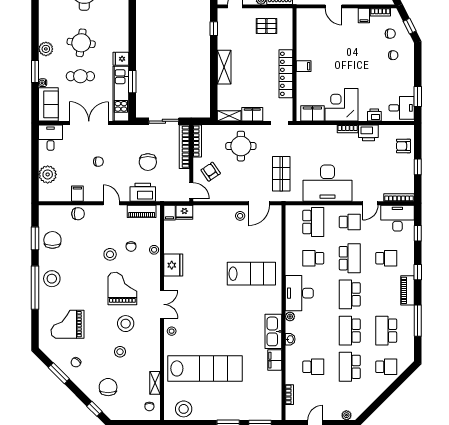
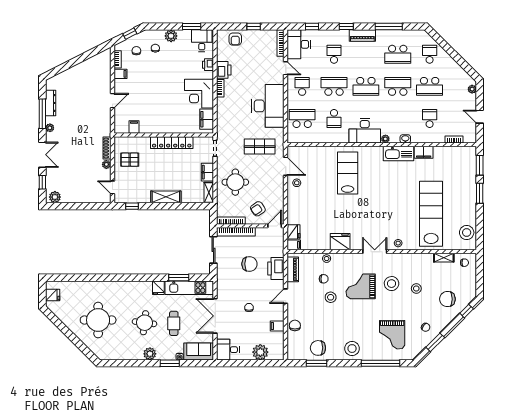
pallet: (266, 26) -> (130, 160), turned 90
filing cabinet: (304, 66) -> (134, 127), moved
plant: (407, 73) -> (171, 36), added
window: (35, 288) -> (380, 363), moved
school desk: (350, 331) -> (398, 86), turned 180

